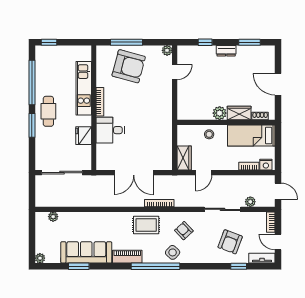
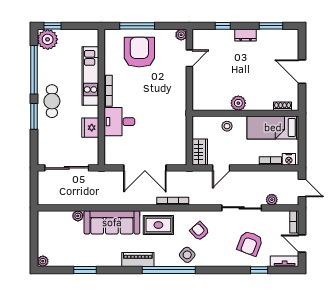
plant: (44, 55) -> (48, 39), added
armchair: (129, 66) -> (139, 52), turned -105
wardrobe: (239, 113) -> (260, 103), removed
plant: (53, 217) -> (78, 216), moved
sofa: (86, 252) -> (112, 222), moved, turned 180

